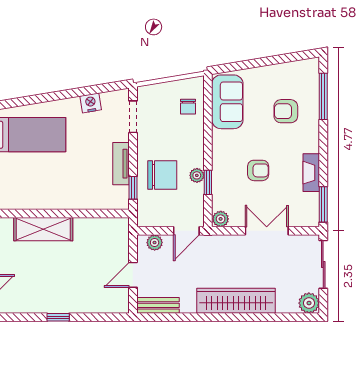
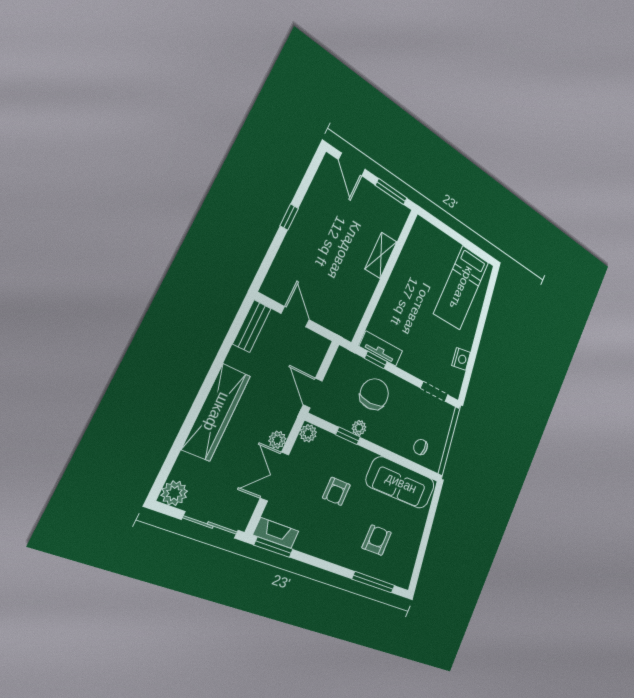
sofa: (227, 102) -> (401, 483), width x1.36
tv unit: (121, 164) -> (381, 349), moved
fireplace: (311, 173) -> (276, 533), moved
chair: (162, 175) -> (374, 394), turned 180
shelving: (43, 229) -> (381, 255), width x0.67, depth x0.75
double door: (267, 231) -> (274, 477), swing flipped
plant: (155, 243) -> (277, 440), moved

